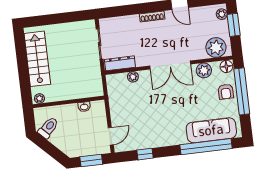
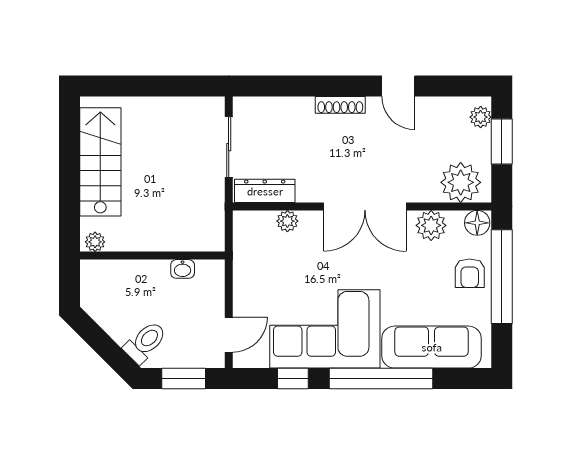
toilet: (48, 128) -> (145, 342), moved
corner sofa: (158, 128) -> (325, 329), added
window: (206, 147) -> (381, 379), moved

